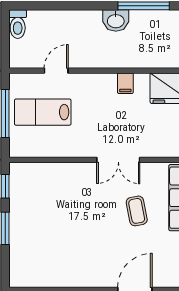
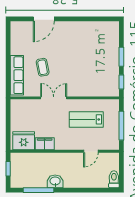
filing cabinet: (125, 83) -> (45, 144), width x2.00
lab bench: (43, 112) -> (86, 119), moved, turned 180

